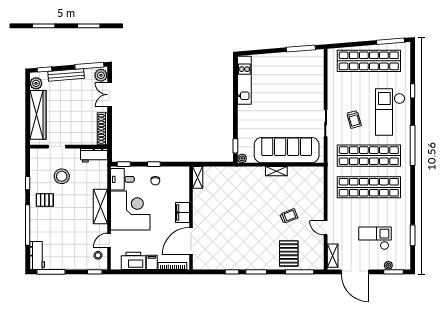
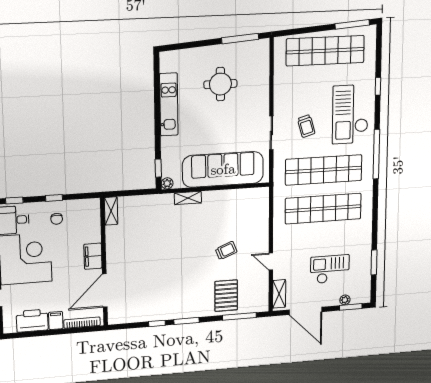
kitchen unit: (244, 80) -> (169, 104), moved
round table: (285, 83) -> (220, 84), added
shelving: (276, 171) -> (188, 198), moved

